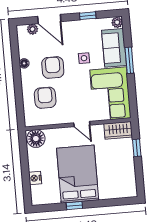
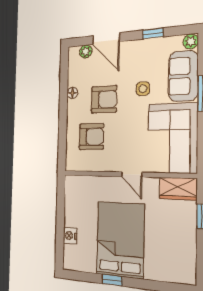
armchair: (53, 68) -> (104, 99), turned 90
armchair: (45, 98) -> (91, 137), turned 90
floor lamp: (36, 139) -> (76, 186), removed

